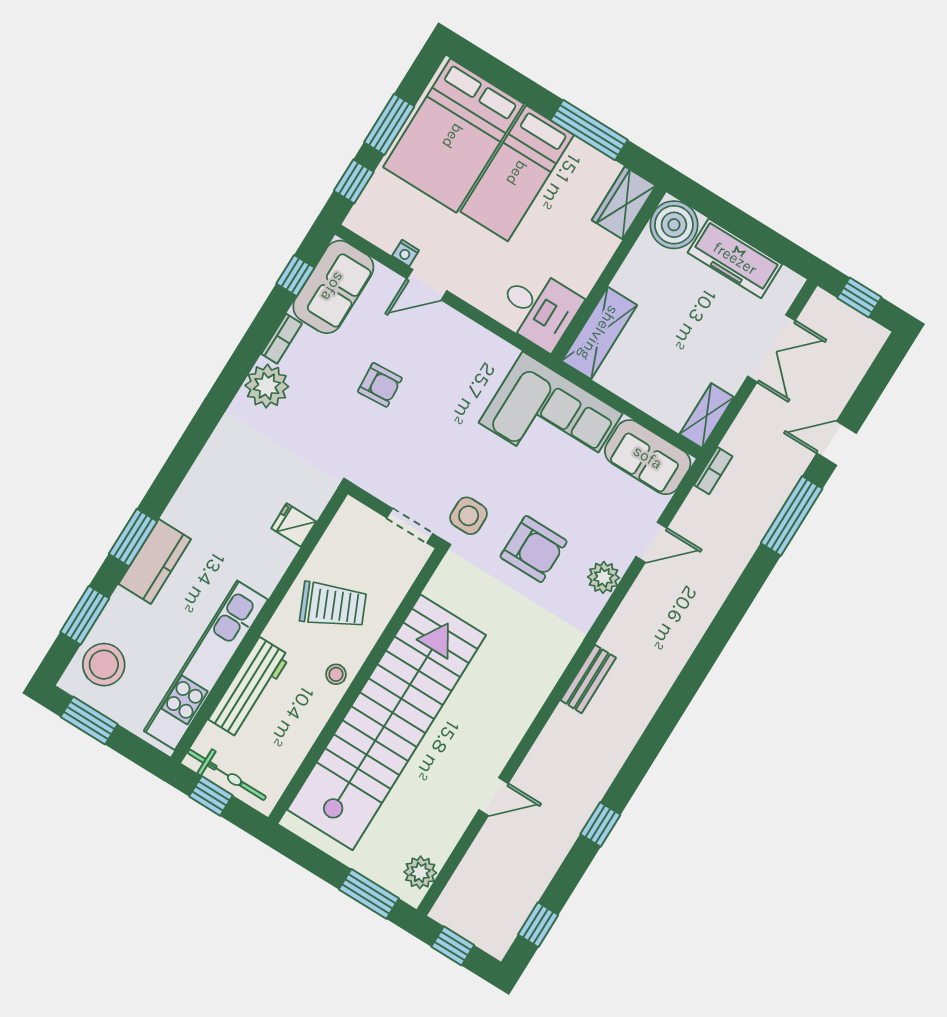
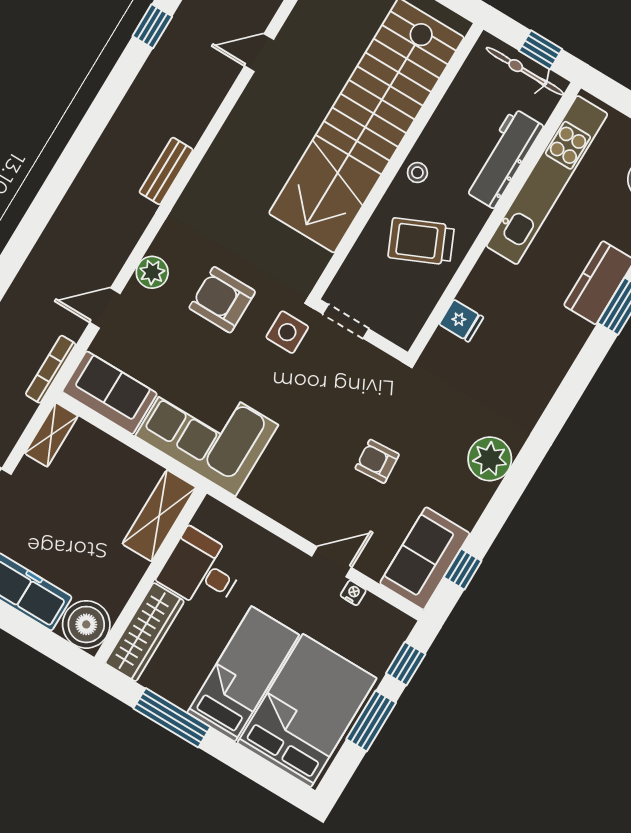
wardrobe: (624, 203) -> (145, 632), width x1.50
desk: (539, 308) -> (201, 570), moved
bookcase: (282, 339) -> (476, 506), removed
bookcase: (713, 471) -> (51, 369), width x1.56

